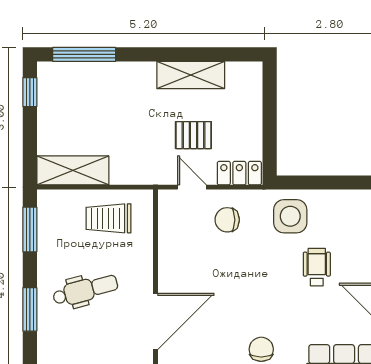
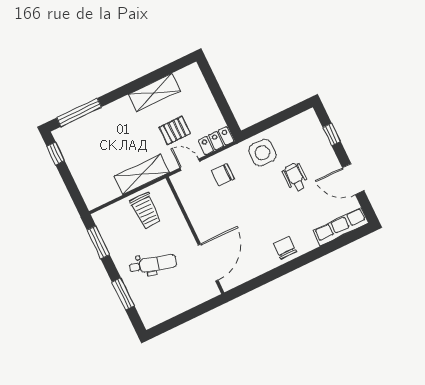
shelving: (73, 170) -> (142, 174), moved
trolley: (109, 218) -> (146, 211), turned -90
dental chair: (85, 290) -> (153, 264), turned 31

